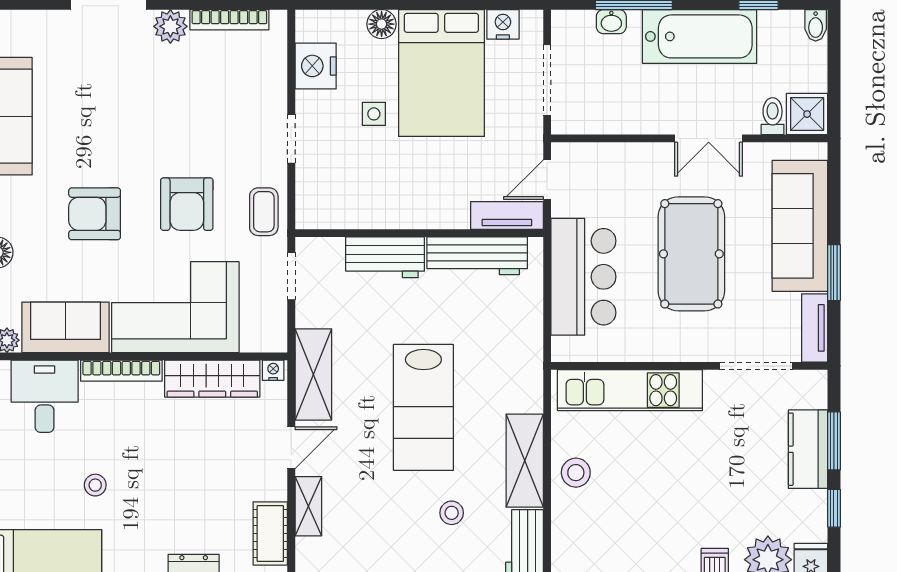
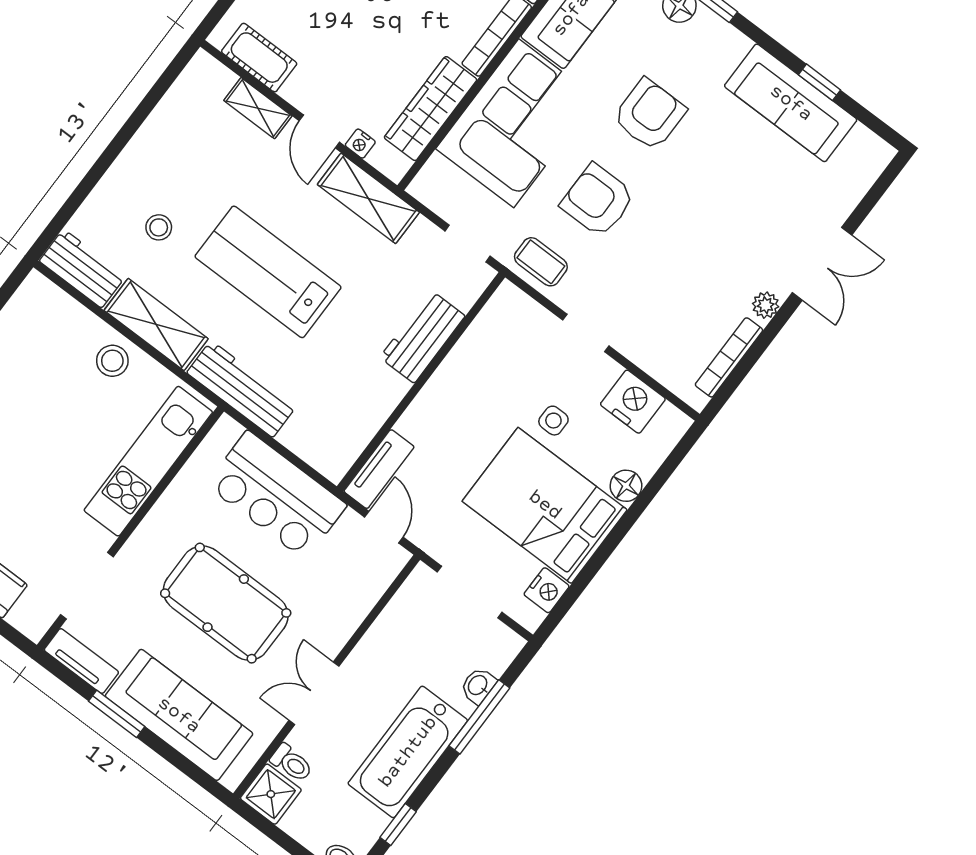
plant: (170, 26) -> (766, 305), width x0.73, depth x0.73
workbench: (477, 256) -> (242, 389), moved, turned 90
nightstand: (273, 370) -> (360, 144), moved, turned 90

